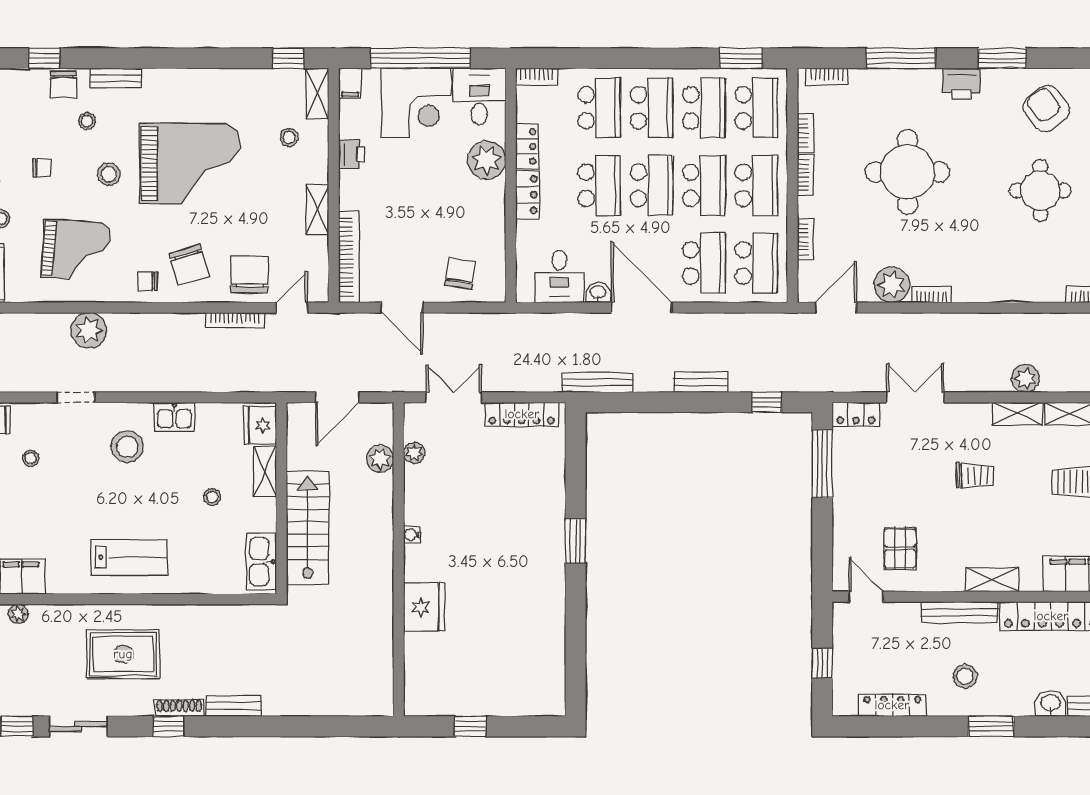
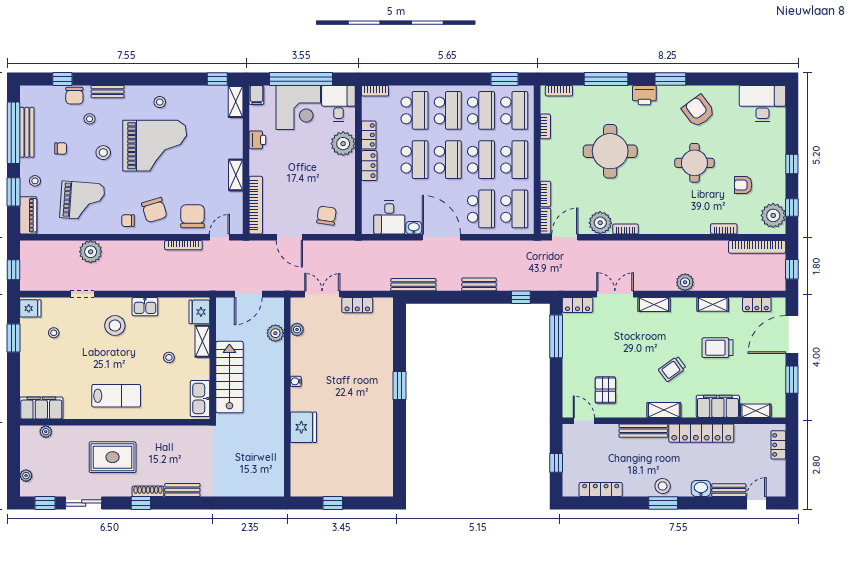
stool: (289, 137) -> (160, 102), moved
bookcase: (805, 175) -> (545, 221), moved
locker: (522, 414) -> (357, 305), width x0.66
shelving: (1017, 414) -> (654, 304), moved
trolley: (975, 476) -> (672, 369), moved, turned 144
stool: (965, 676) -> (663, 486), moved

